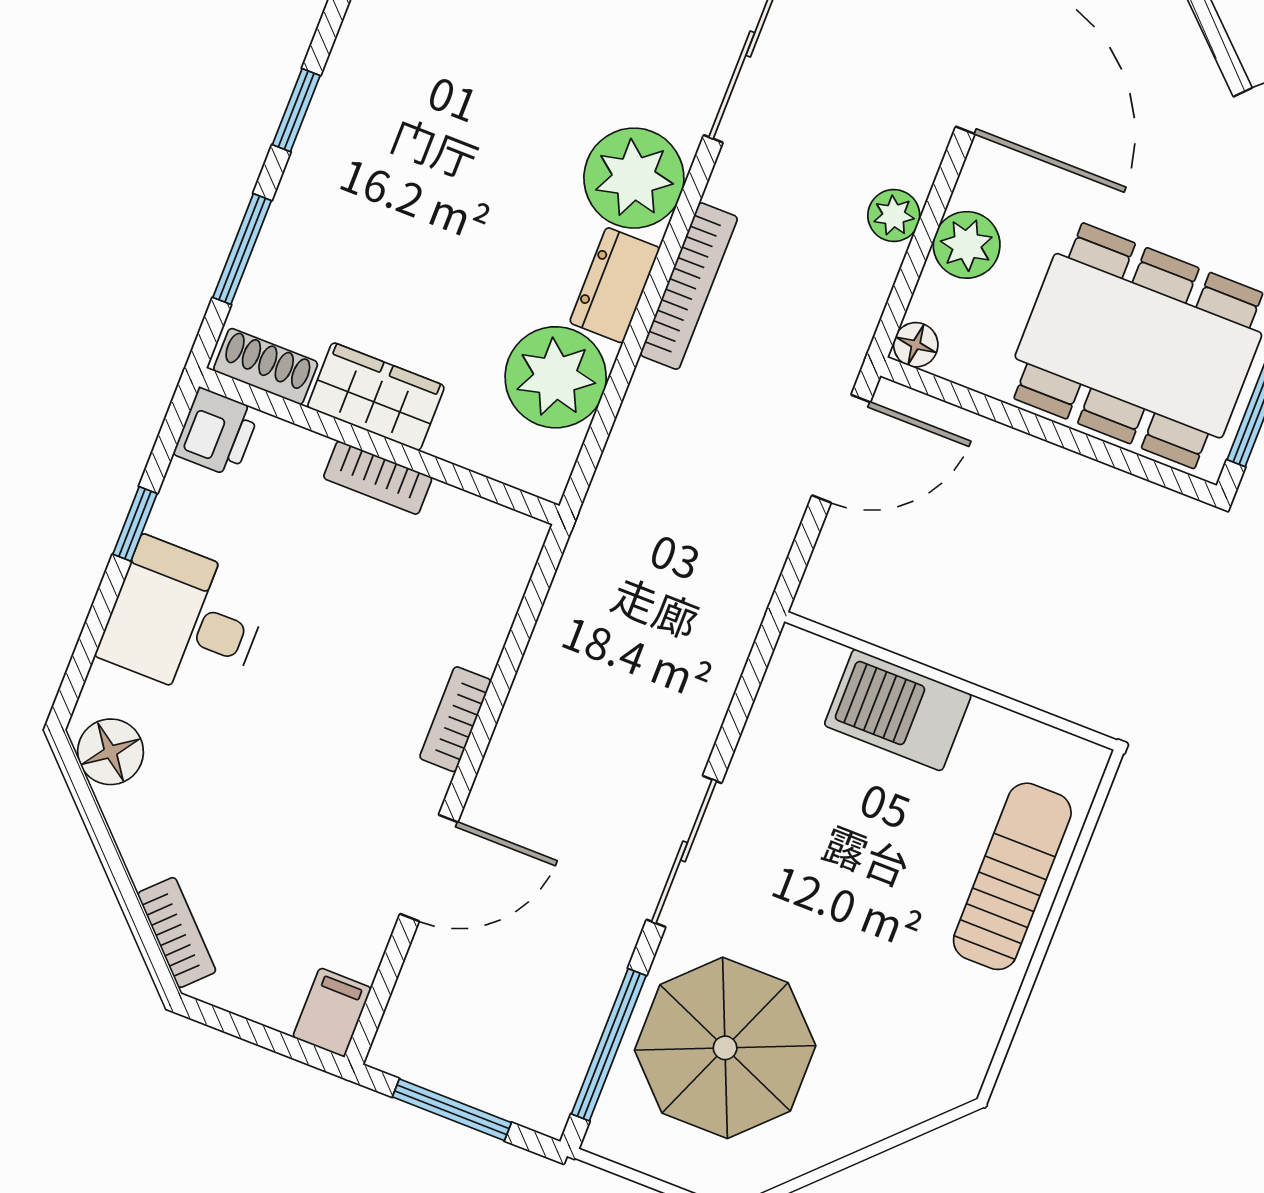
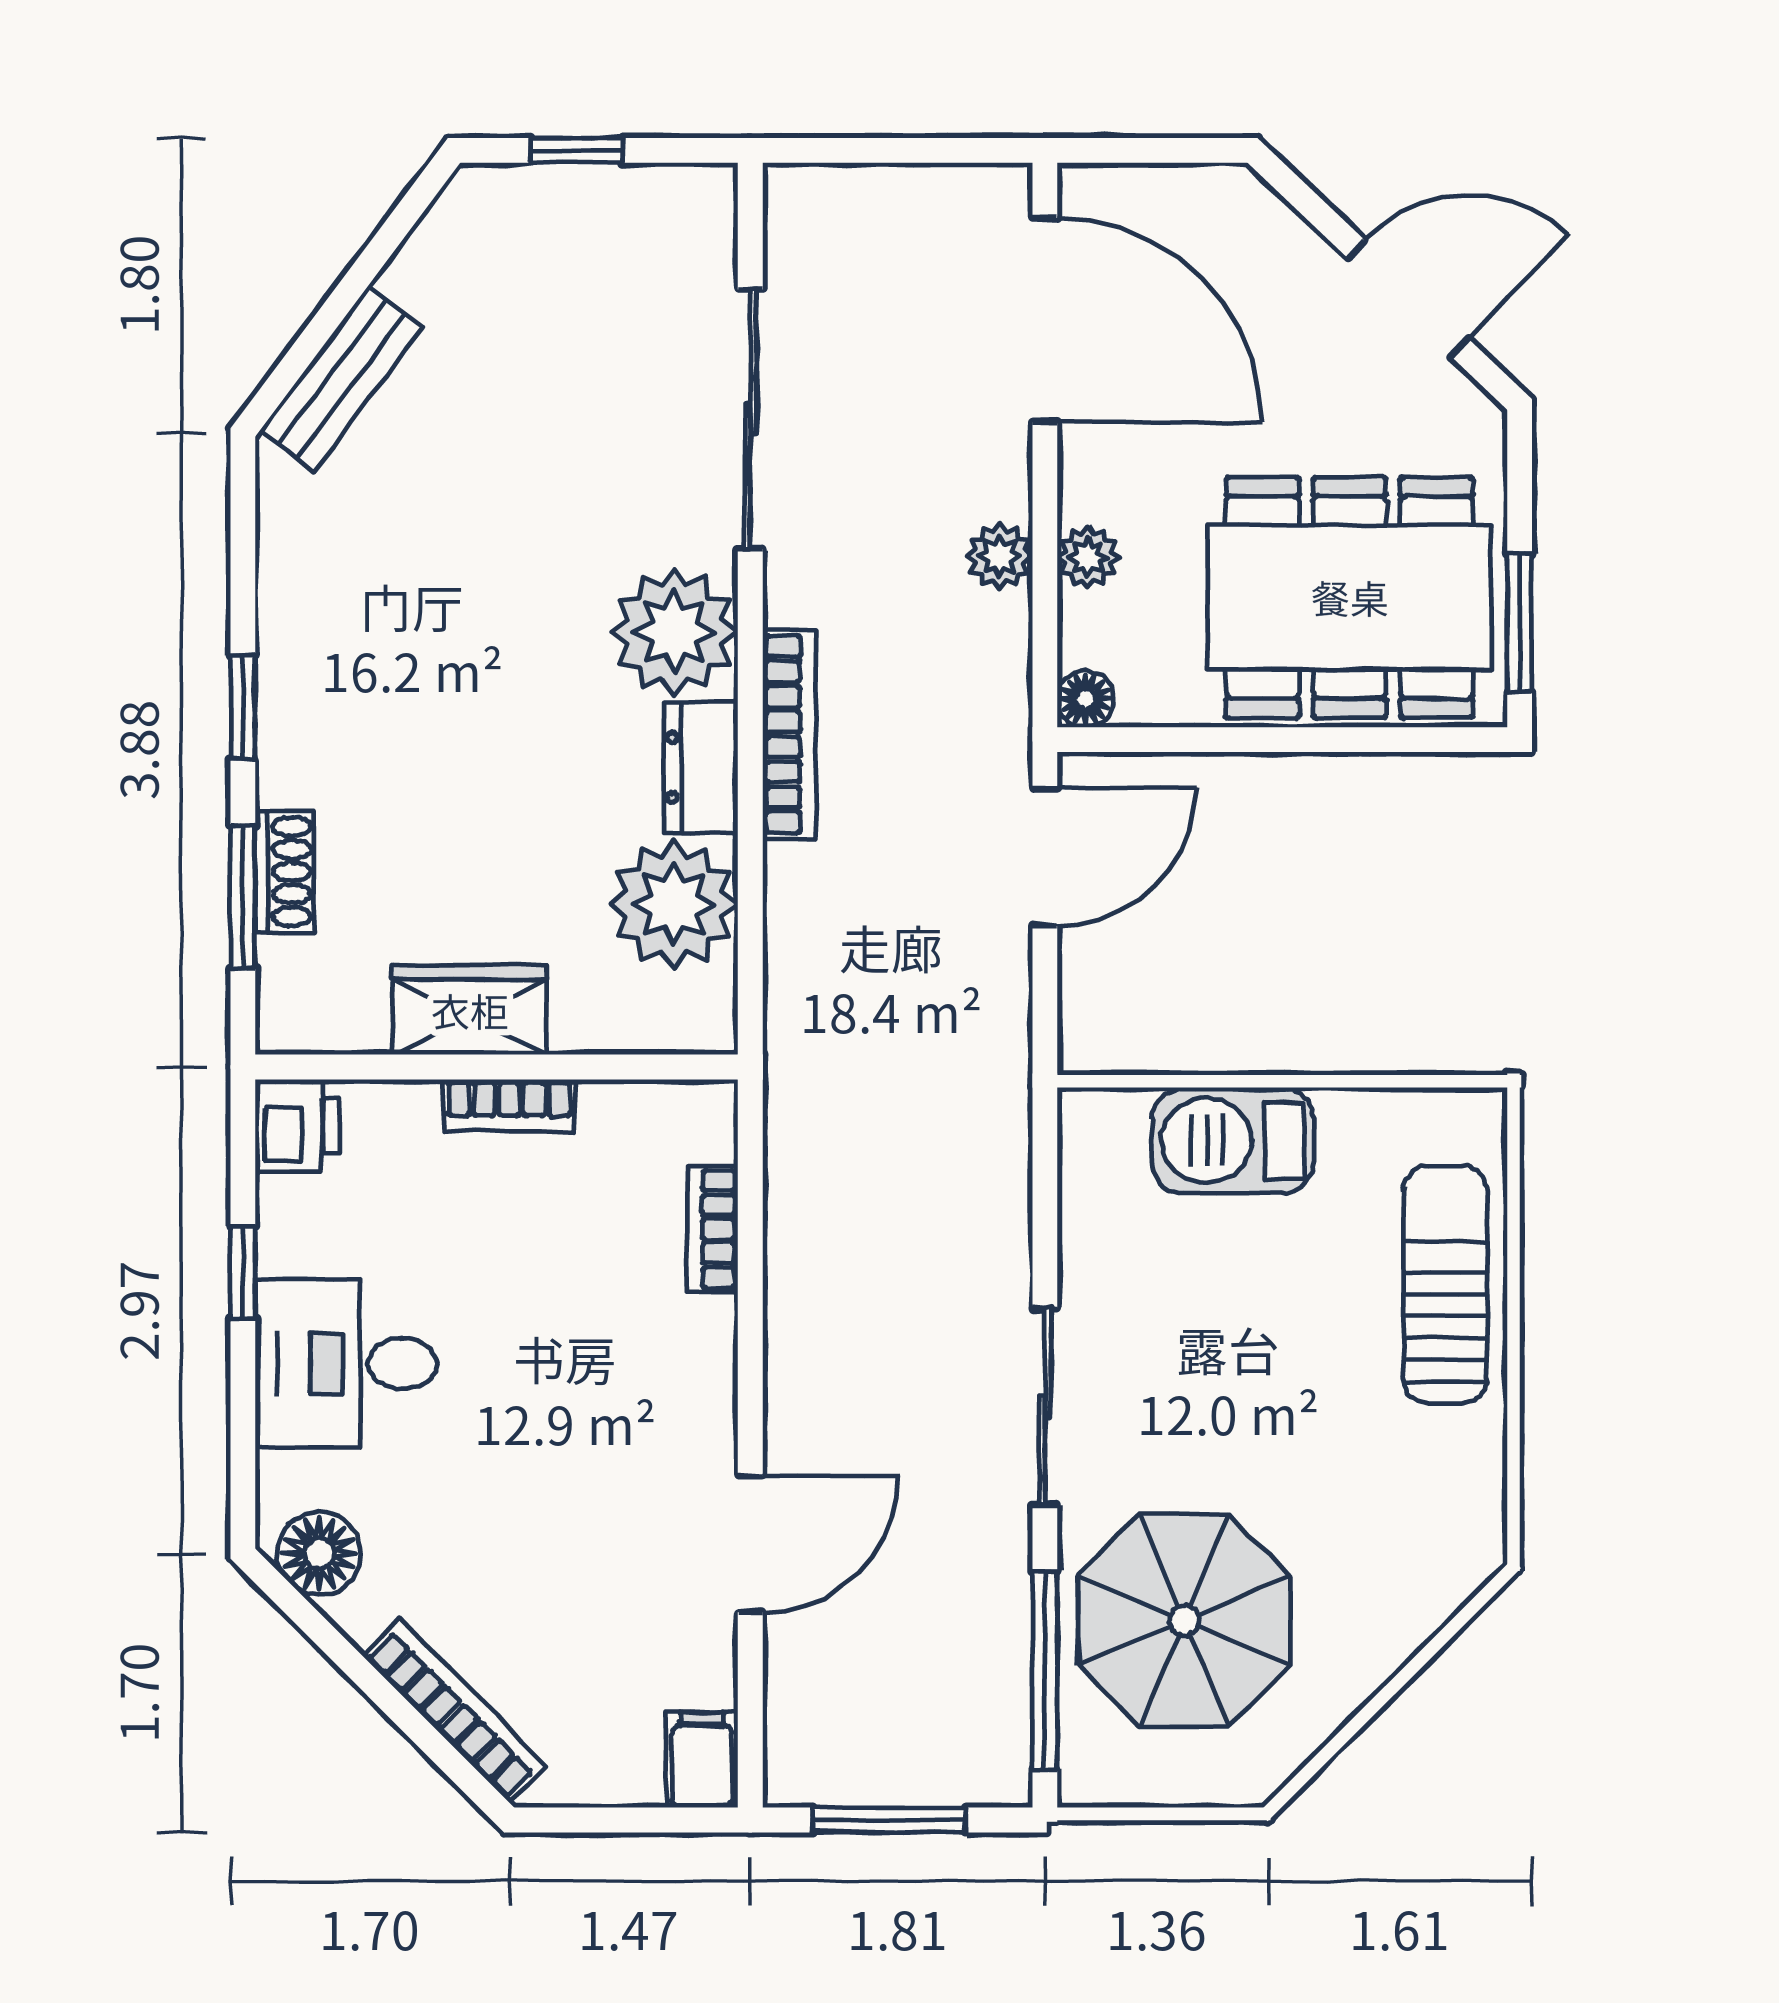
plant: (967, 245) -> (1088, 557), width x0.73, depth x0.73
shoe rack: (266, 366) -> (285, 872), moved, turned 90
bookcase: (455, 719) -> (713, 1229), moved
bookcase: (177, 932) -> (455, 1711), width x1.56

